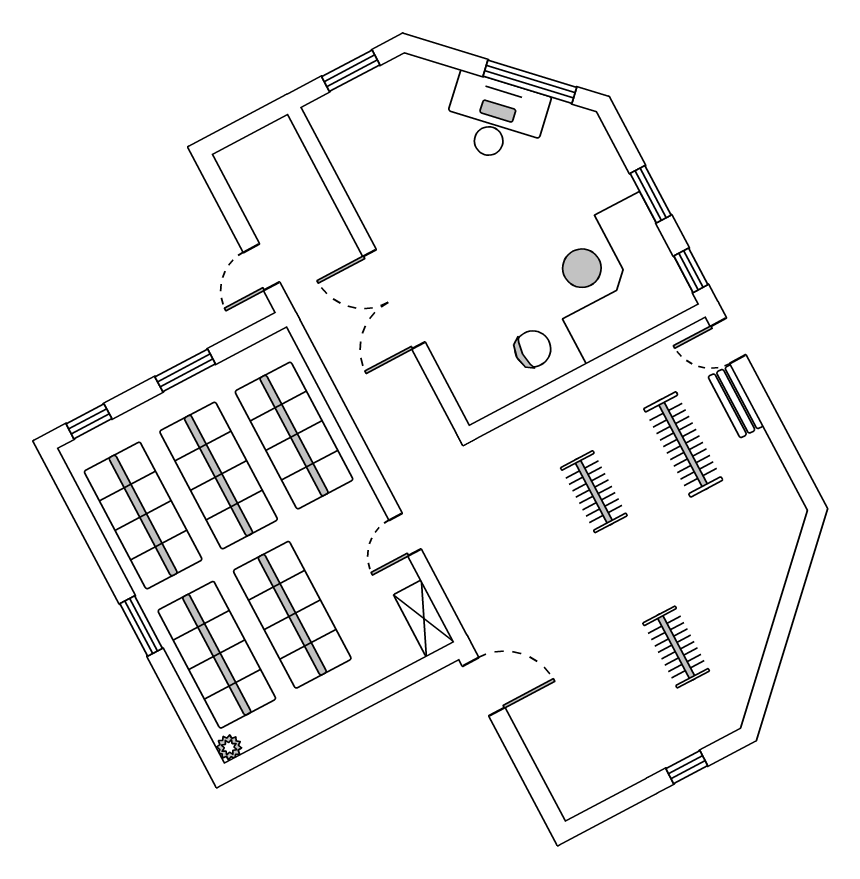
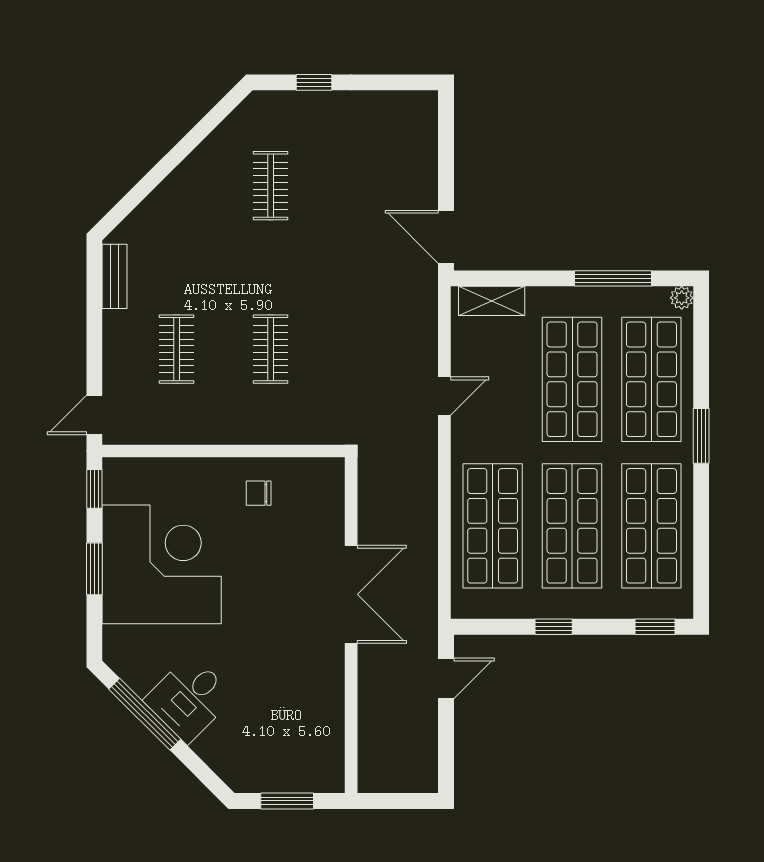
desk: (495, 119) -> (189, 698), width x0.73
corner desk: (613, 278) -> (162, 564), moved, turned -90
door: (728, 341) -> (94, 415), swing flipped
chair: (533, 349) -> (259, 493), width x0.73, depth x0.73
window: (185, 370) -> (554, 627), width x0.67
bench: (736, 401) -> (115, 276), moved
clothes rail: (683, 444) -> (177, 349), width x0.73
shelving: (424, 618) -> (492, 301), moved, turned 90
window: (304, 731) -> (613, 278), added

